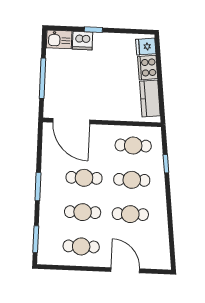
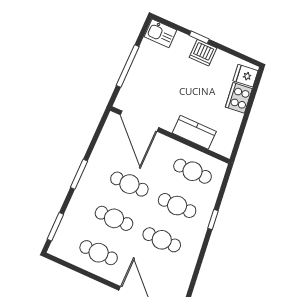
dishwasher: (83, 41) -> (203, 53), moved
kitchen counter: (150, 99) -> (194, 132), moved, turned 96
window: (166, 164) -> (213, 220), moved

